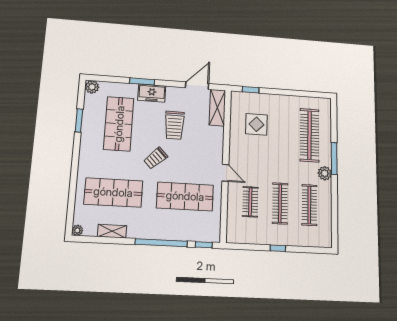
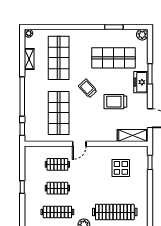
clothes rail: (280, 203) -> (57, 188), width x0.73

